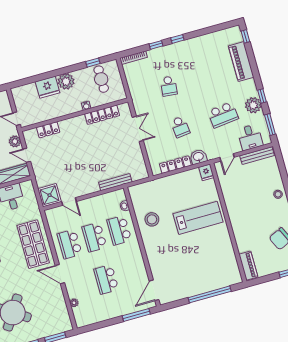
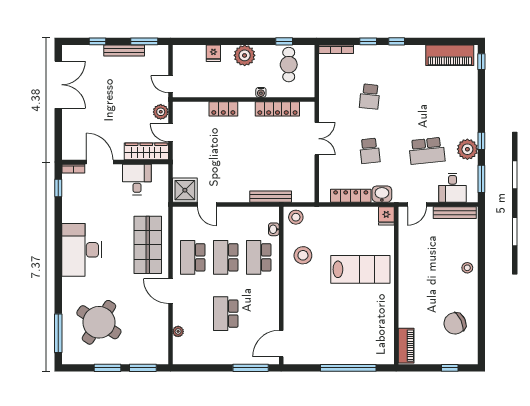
piano: (241, 62) -> (450, 55), moved, turned -90
fridge: (48, 87) -> (213, 53), width x0.53, depth x0.75
locker: (48, 130) -> (223, 109), moved
stool: (139, 192) -> (296, 217), added

